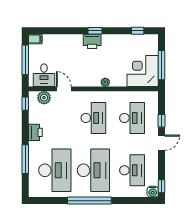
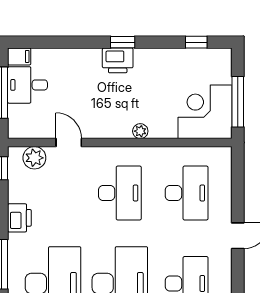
desk: (44, 75) -> (28, 85), moved, turned 90
window: (162, 121) -> (238, 198), removed

